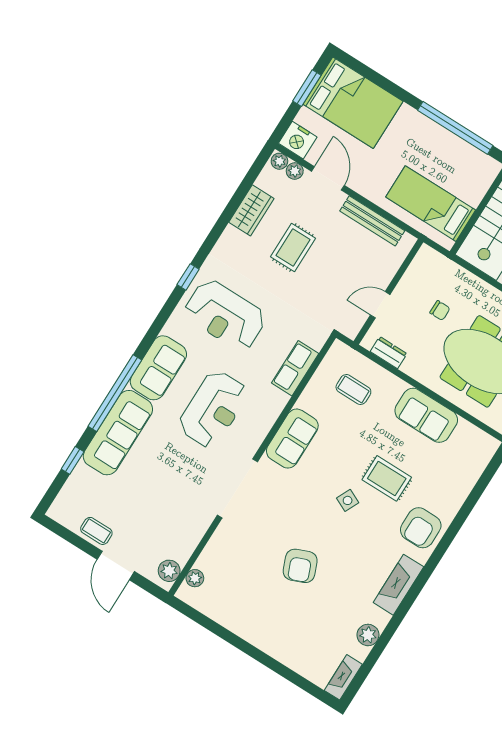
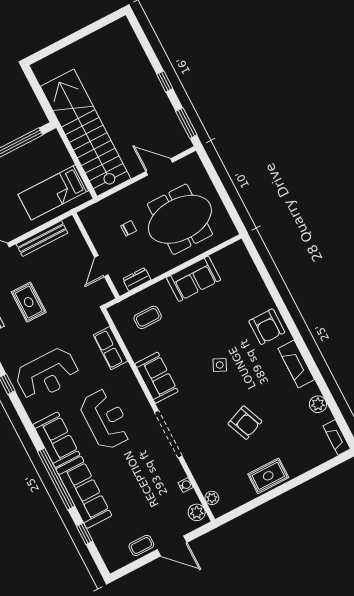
rug: (387, 478) -> (268, 476), moved
water cooler: (192, 541) -> (186, 485), added

